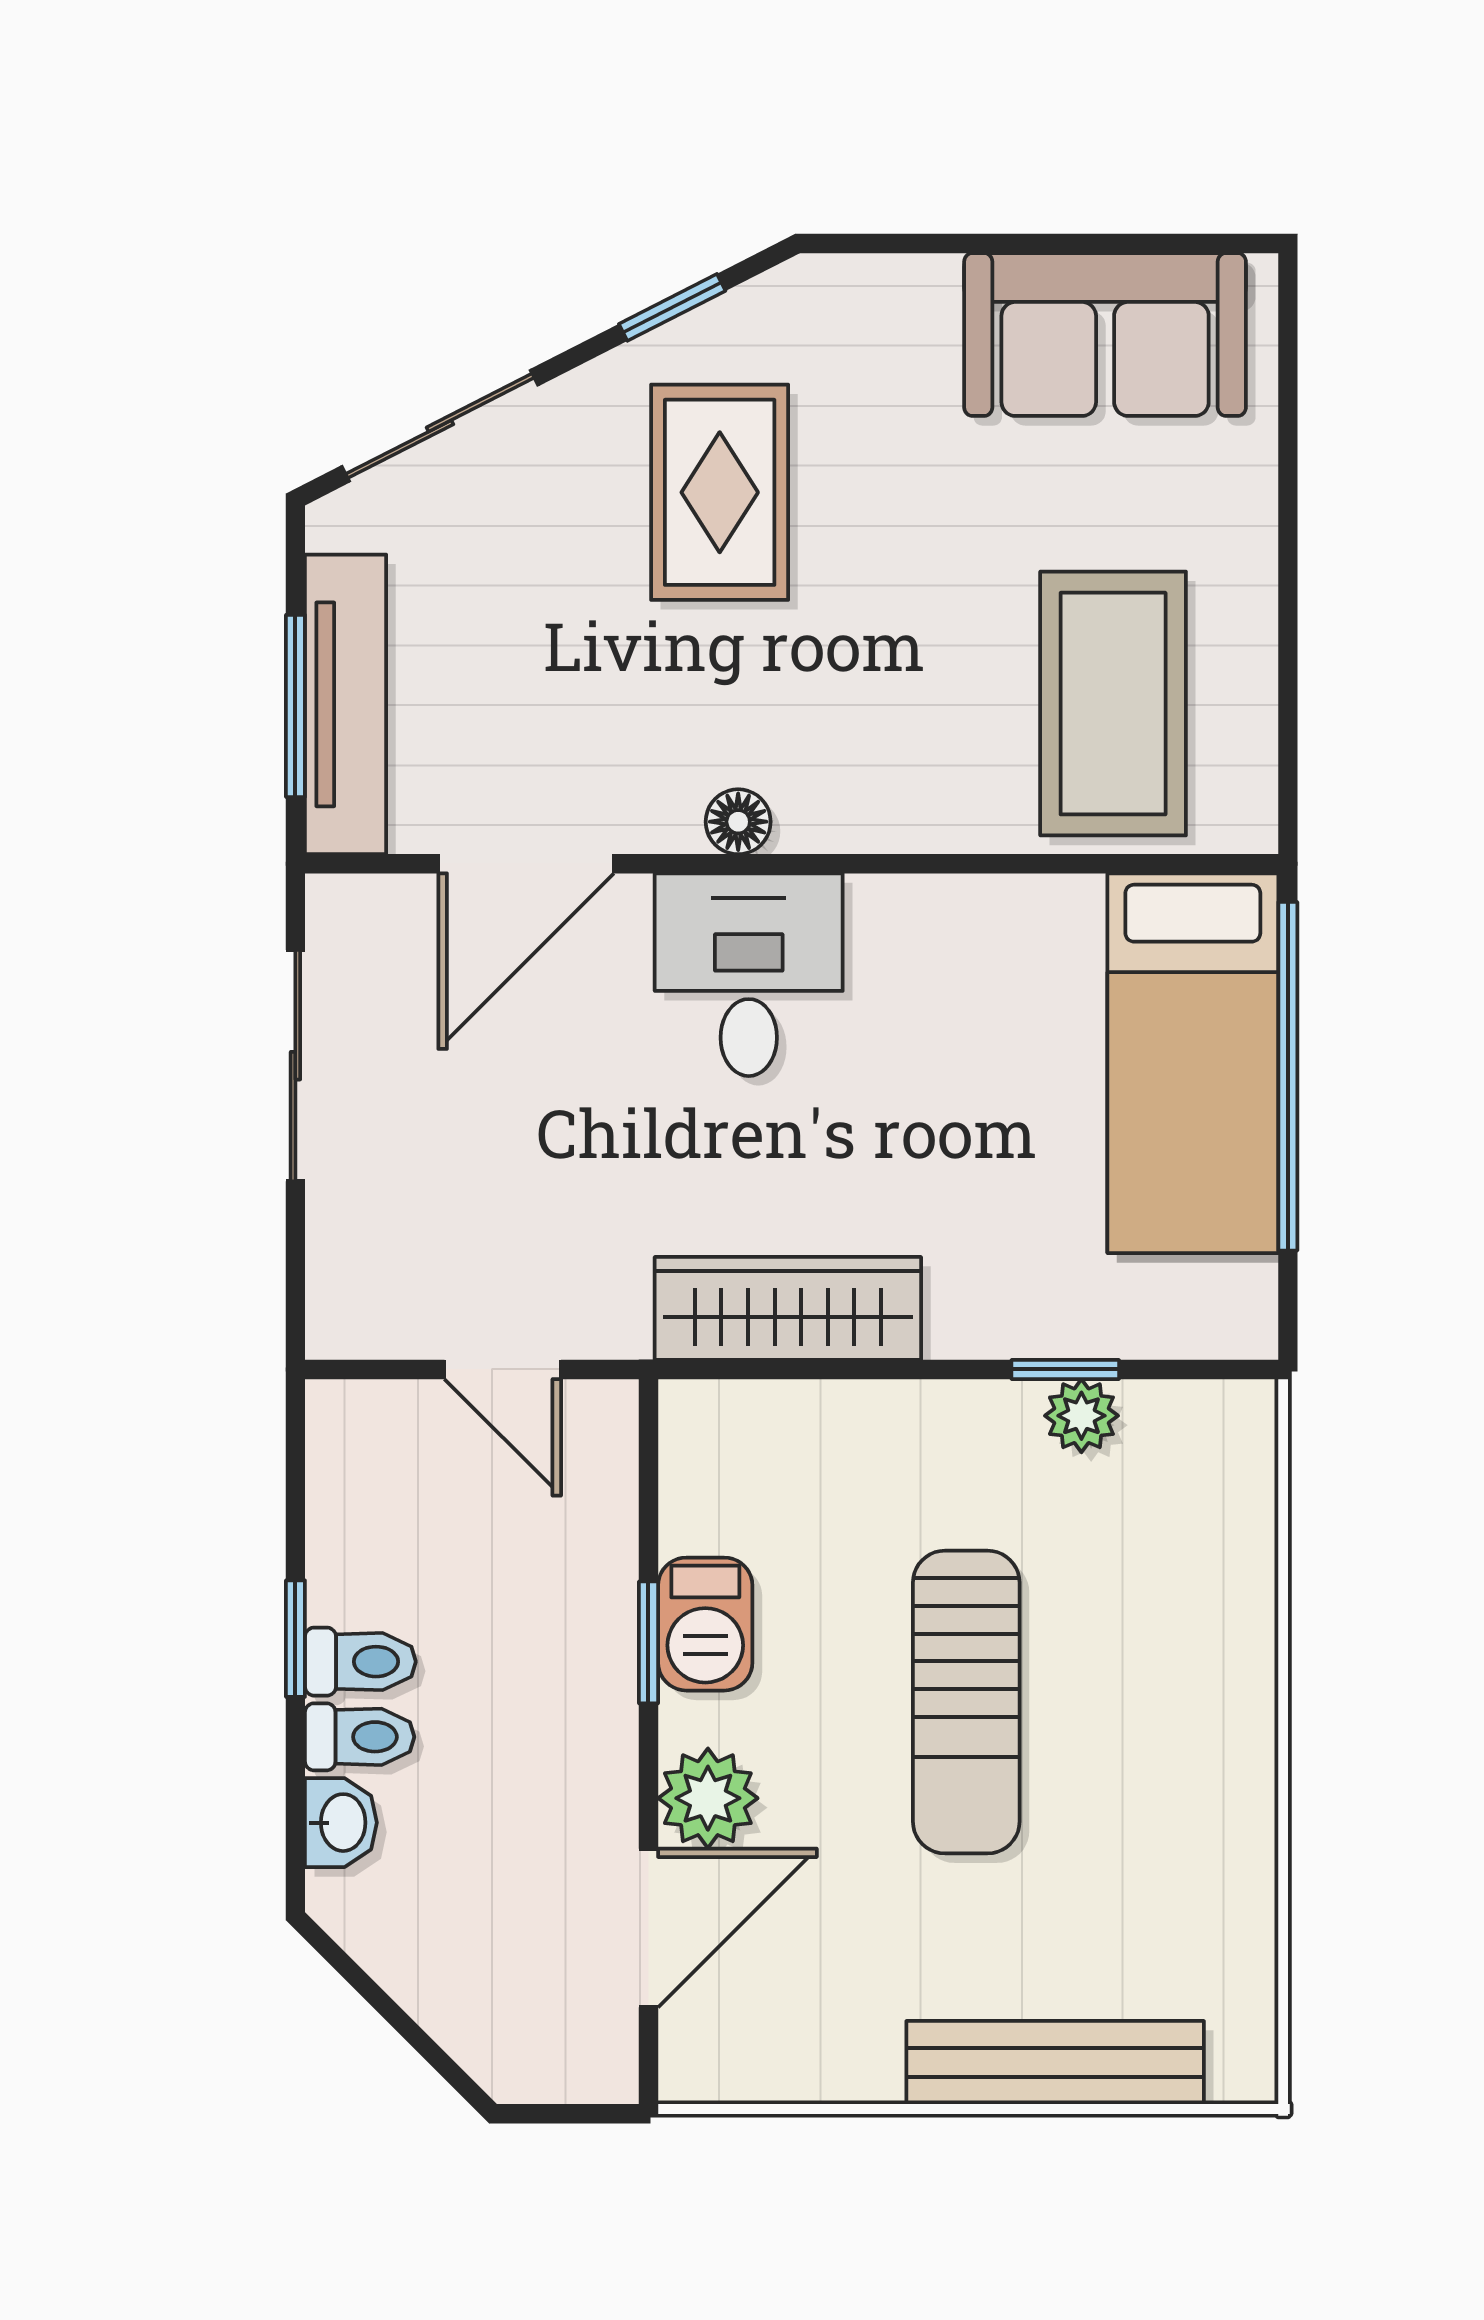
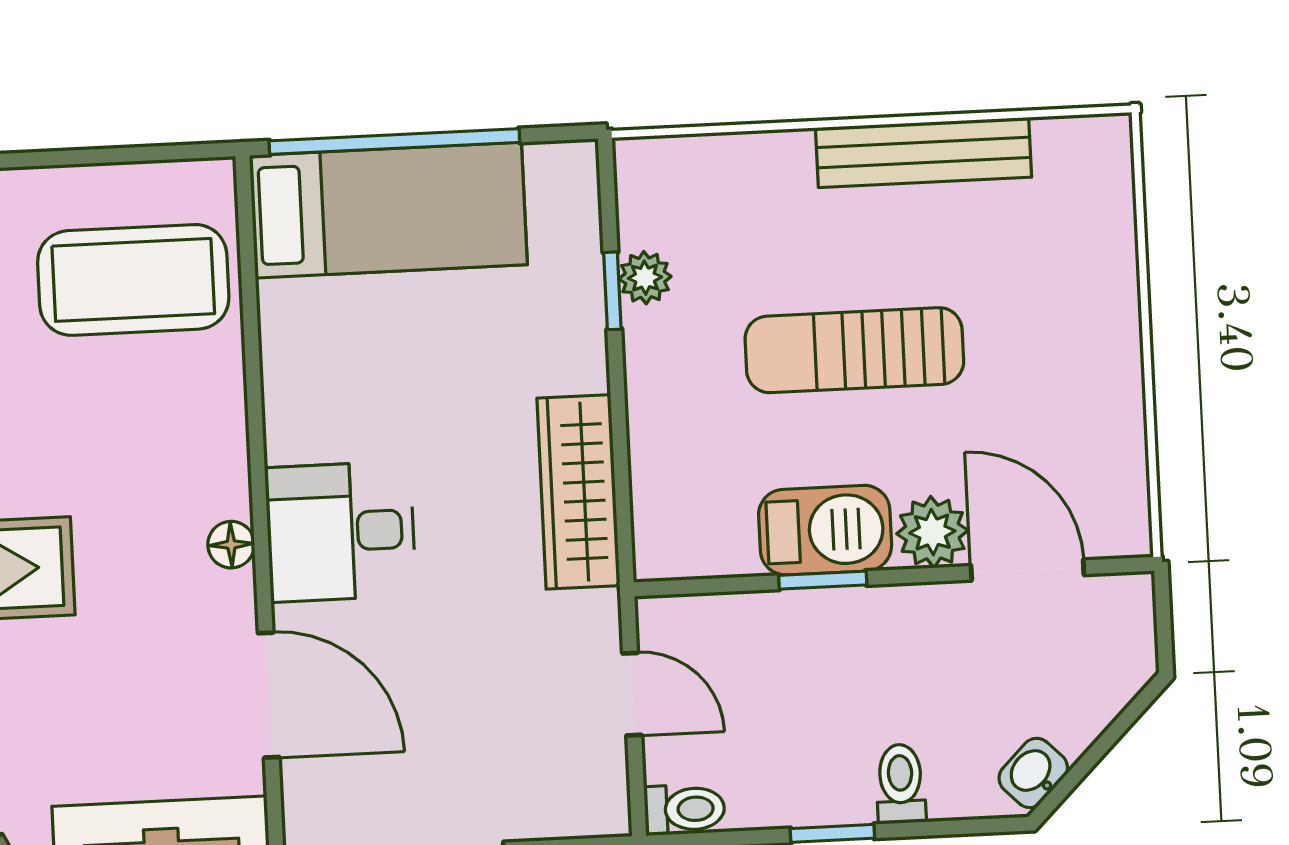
door: (503, 1369) -> (632, 694), hinge flipped
barbecue: (705, 1624) -> (825, 530), width x1.38, depth x1.27
toilet: (360, 1662) -> (684, 809), moved, turned 90
sun lounger: (966, 1702) -> (854, 350), turned 180
washbasin: (341, 1823) -> (1033, 773), moved, turned -45
bench: (1055, 2063) -> (924, 152), moved, turned 90

